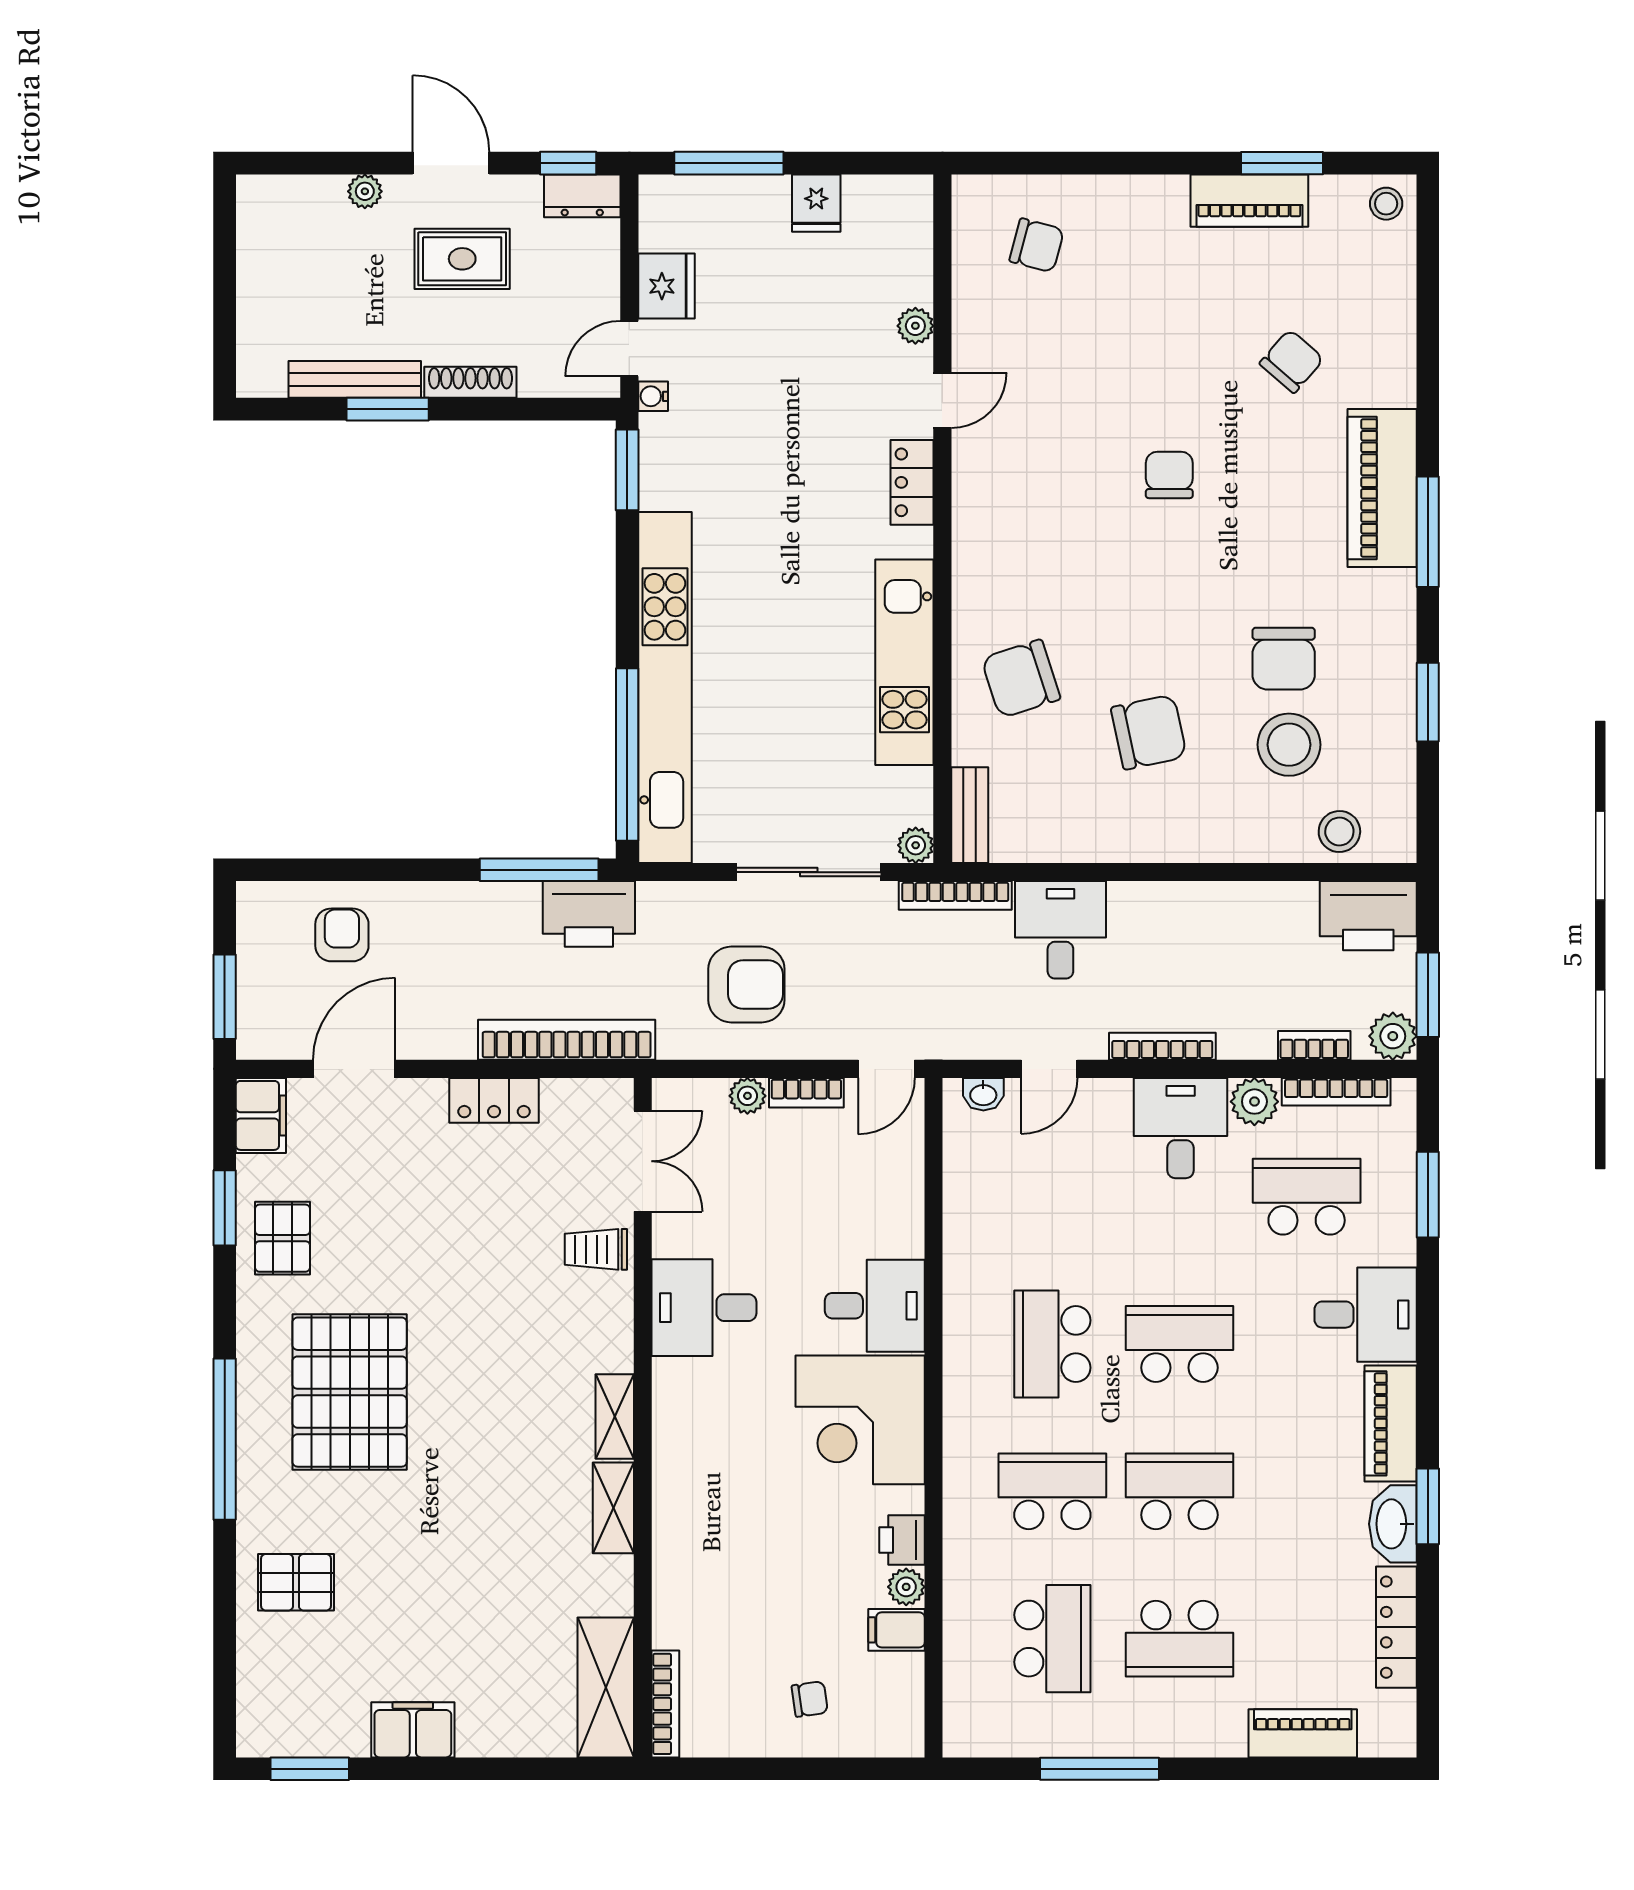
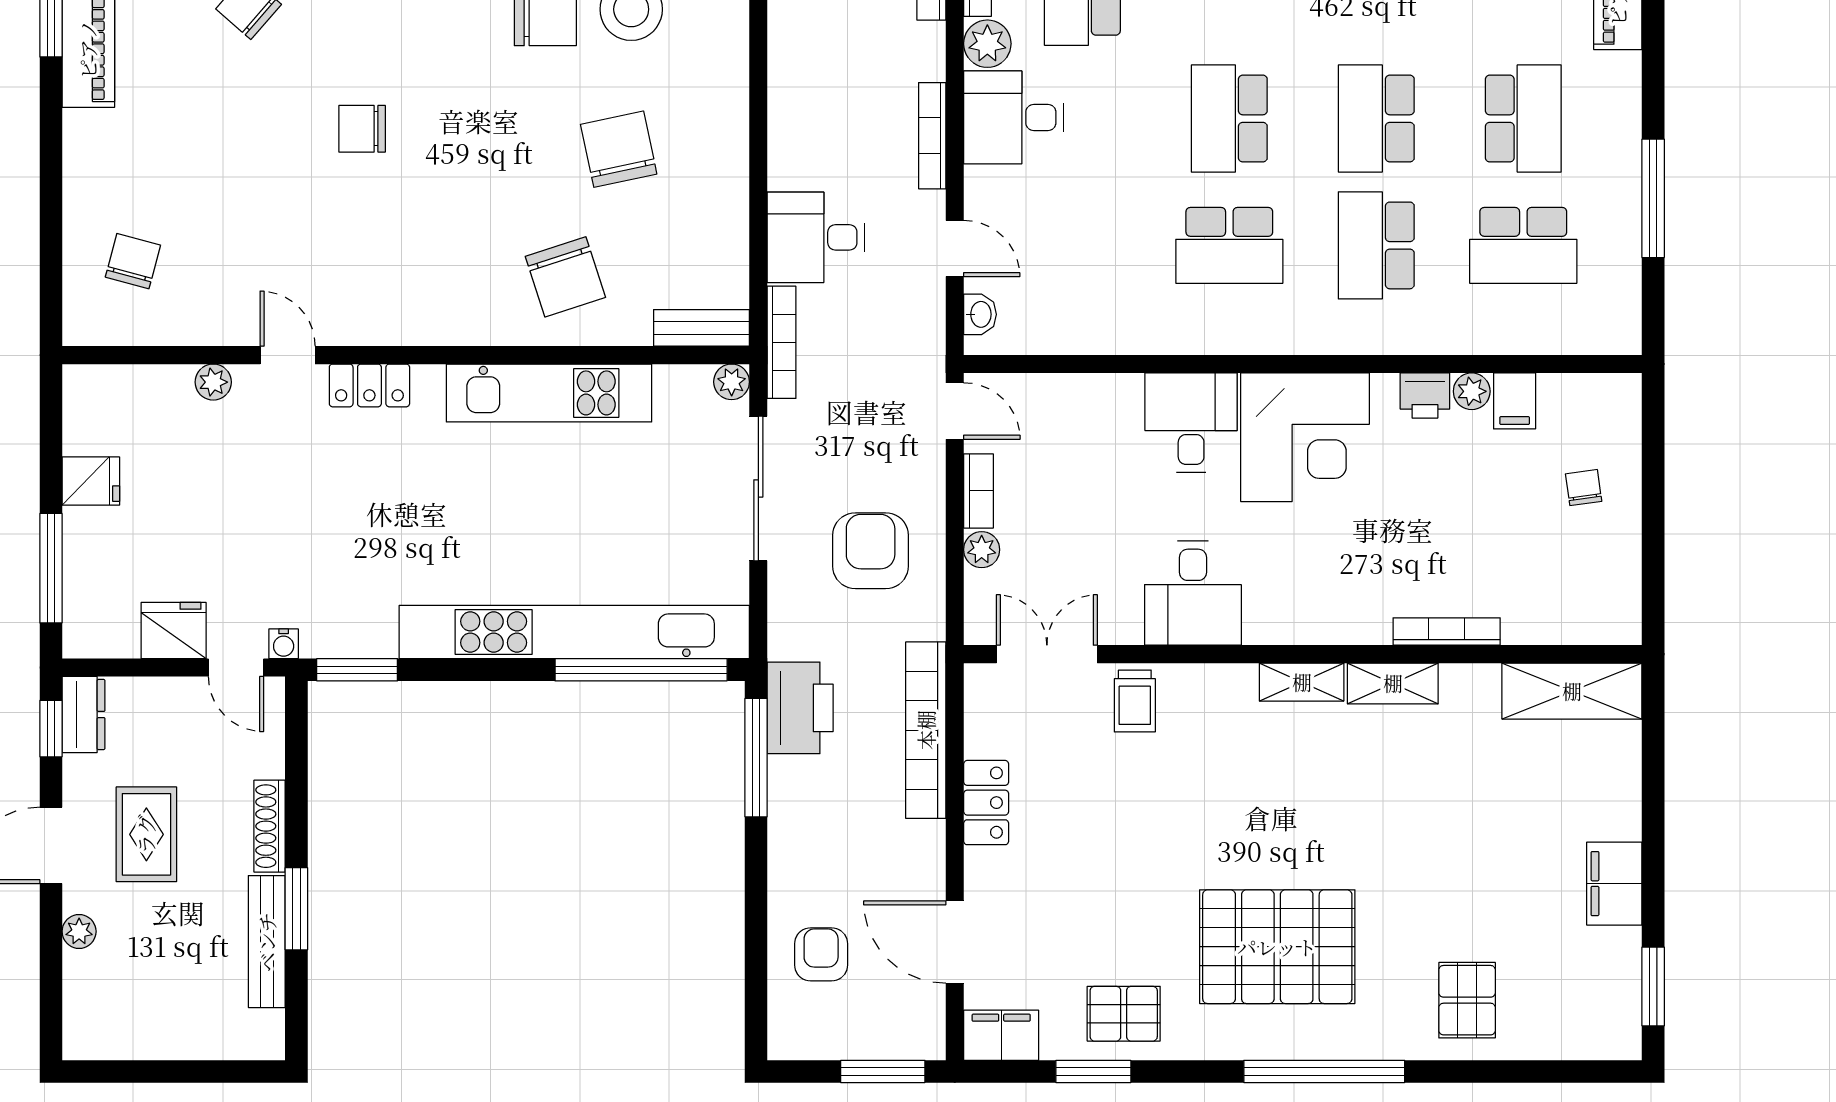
armchair: (342, 935) -> (821, 954), turned 90
school desk: (1052, 1639) -> (1523, 245), turned 180
bookcase: (665, 1704) -> (1447, 631), moved

